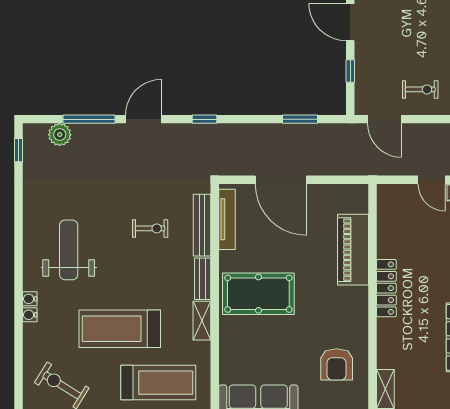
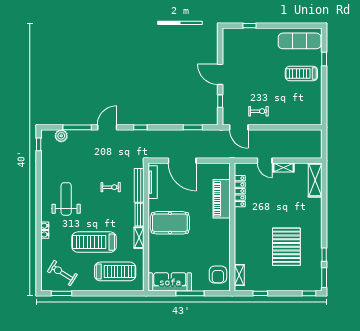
locker: (386, 288) -> (240, 191), moved
armchair: (337, 364) -> (218, 275), moved

